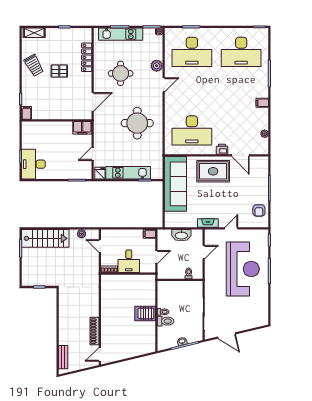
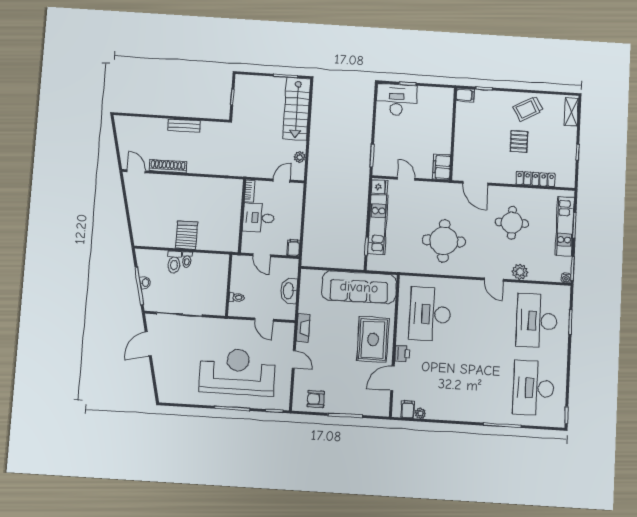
filing cabinet: (262, 103) -> (408, 409), moved
reception desk: (243, 269) -> (237, 372), turned 180
bench: (63, 357) -> (184, 126), moved

